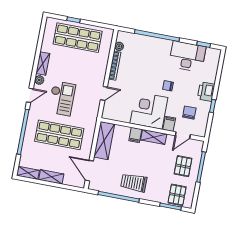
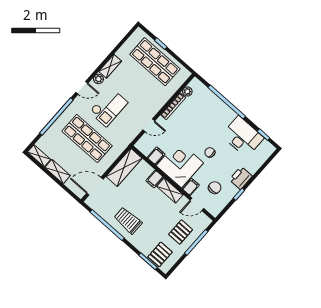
filing cabinet: (125, 115) -> (156, 156), added
door: (89, 171) -> (95, 186), hinge flipped

